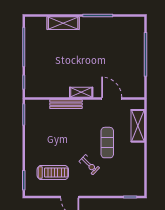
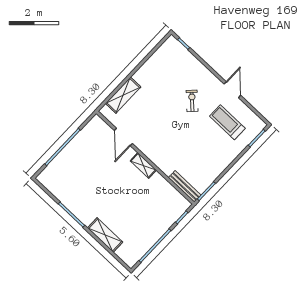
bench: (66, 104) -> (185, 186), moved
exercise mat: (107, 143) -> (161, 105), removed

